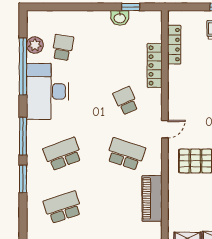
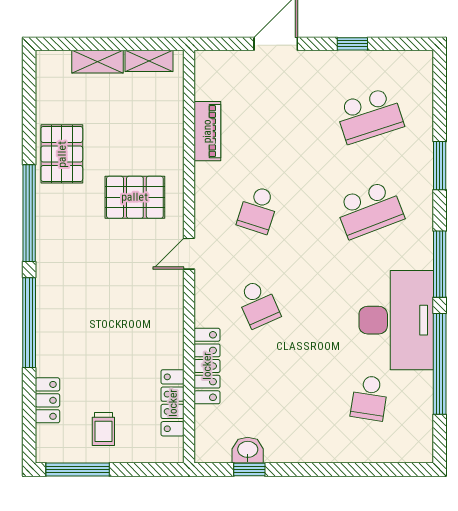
washbasin: (120, 18) -> (248, 450), moved
plant: (35, 45) -> (419, 402), removed
window: (23, 136) -> (440, 264), moved
school desk: (126, 154) -> (258, 210), width x0.54
piano: (152, 198) -> (207, 131), width x0.73, depth x0.75

